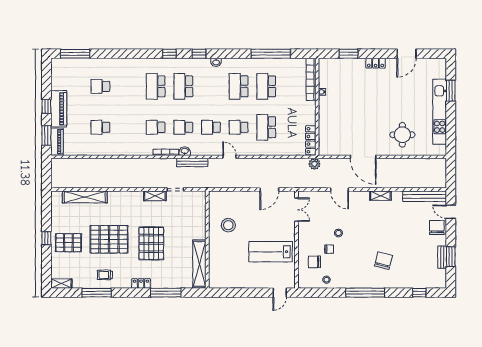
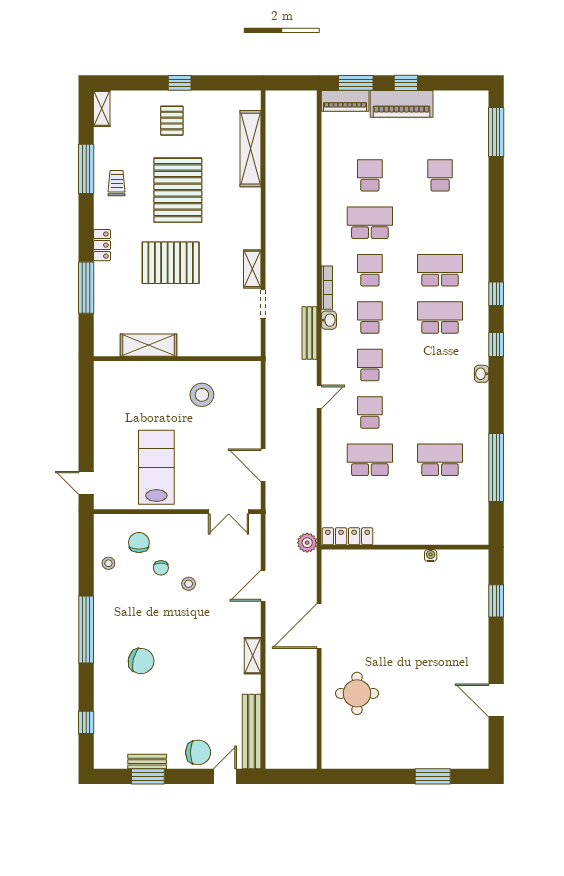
locker: (376, 63) -> (480, 647), removed
bookcase: (311, 79) -> (452, 537), removed
school desk: (239, 86) -> (370, 223), moved
kitchen unit: (440, 112) -> (397, 757), removed
pallet: (68, 243) -> (172, 121), width x0.67, depth x0.71
shelving: (199, 264) -> (149, 345), width x0.68

